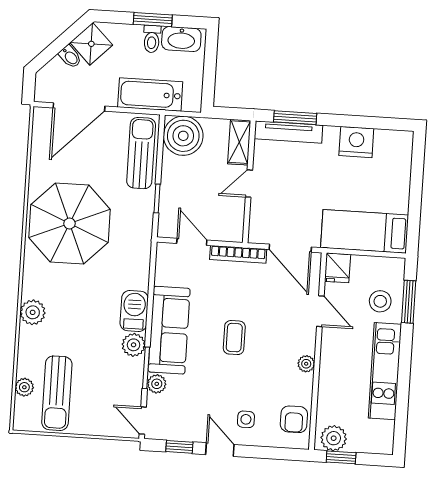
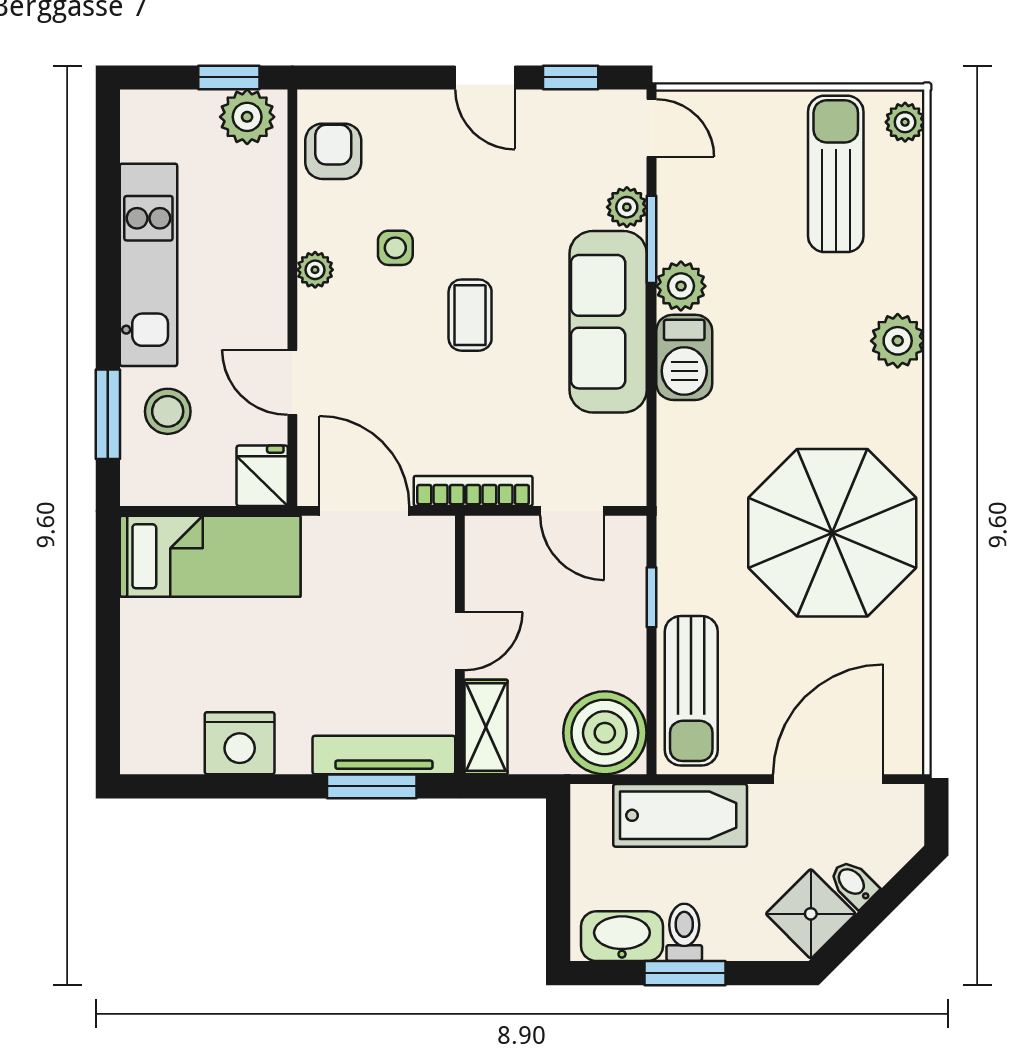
plant: (24, 387) -> (905, 122), moved
side table: (246, 419) -> (395, 248), moved

